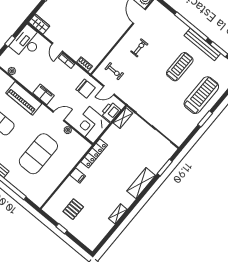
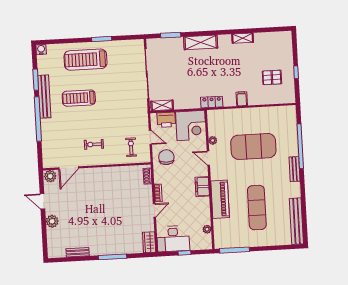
locker: (94, 153) -> (212, 102), width x0.66

